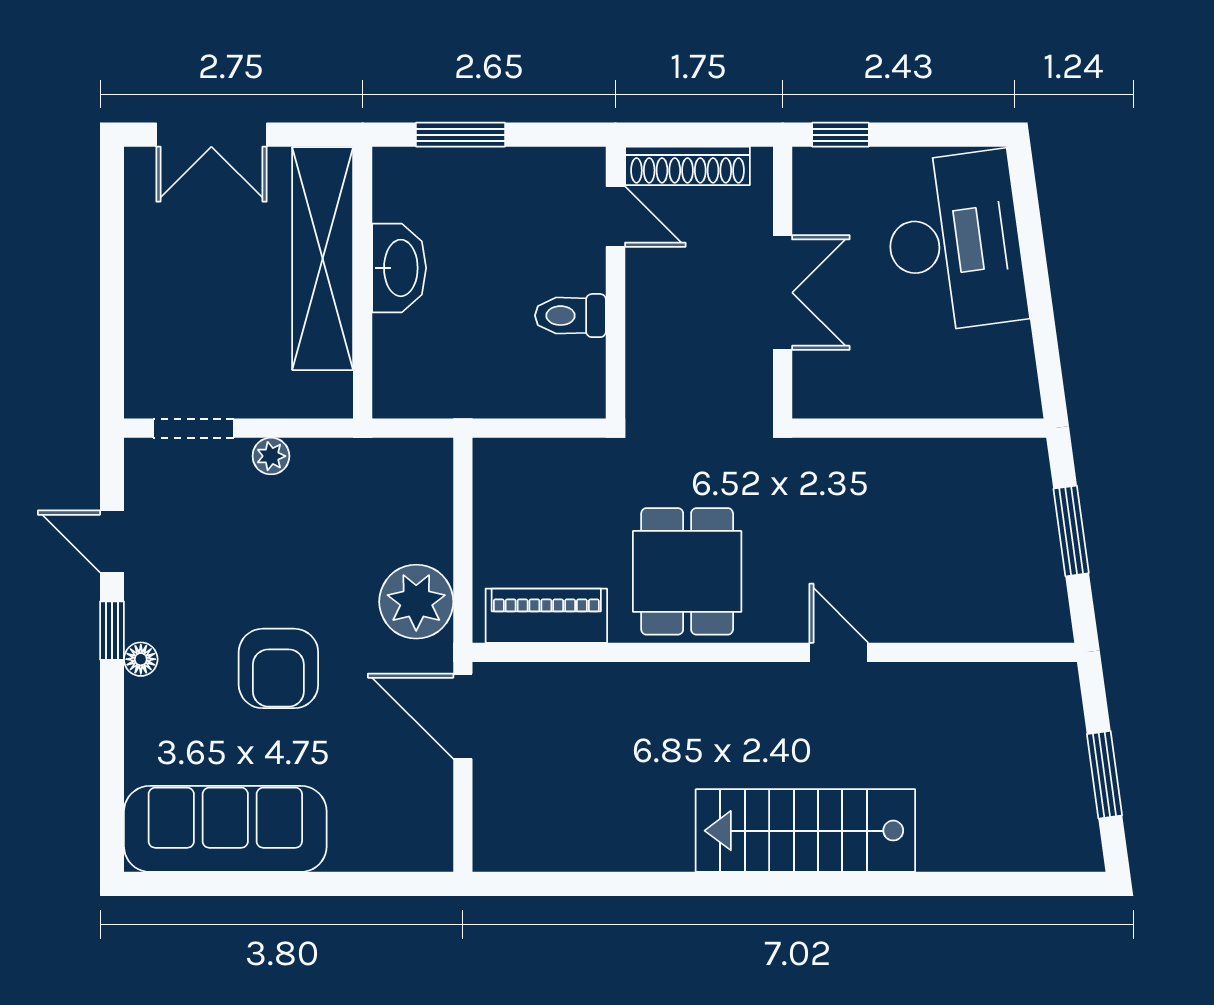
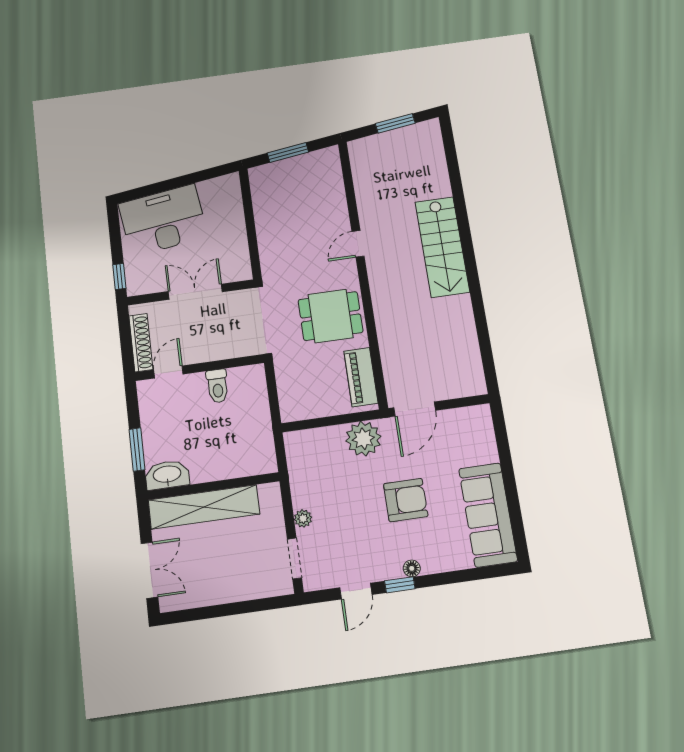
washbasin: (399, 268) -> (167, 475), moved

